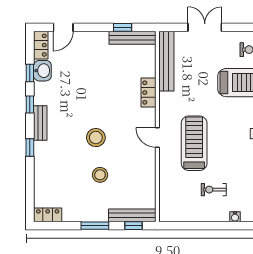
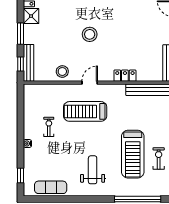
treadmill: (194, 143) -> (85, 111), turned 180
stool: (100, 175) -> (62, 71), moved
shower: (73, 212) -> (31, 16), added

